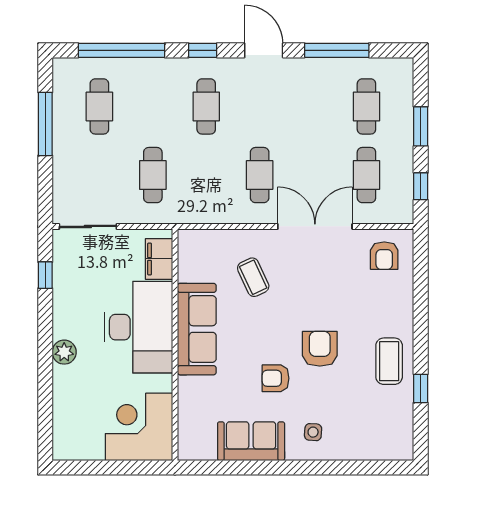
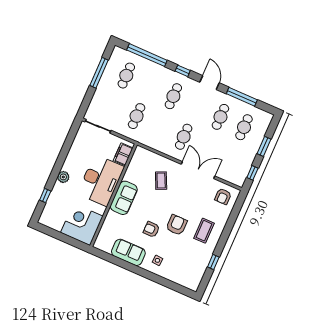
cafe table: (366, 175) -> (220, 117), moved
window: (45, 275) -> (45, 196), moved
sofa: (197, 329) -> (124, 198), width x0.73
coffee table: (389, 361) -> (204, 231), moved

